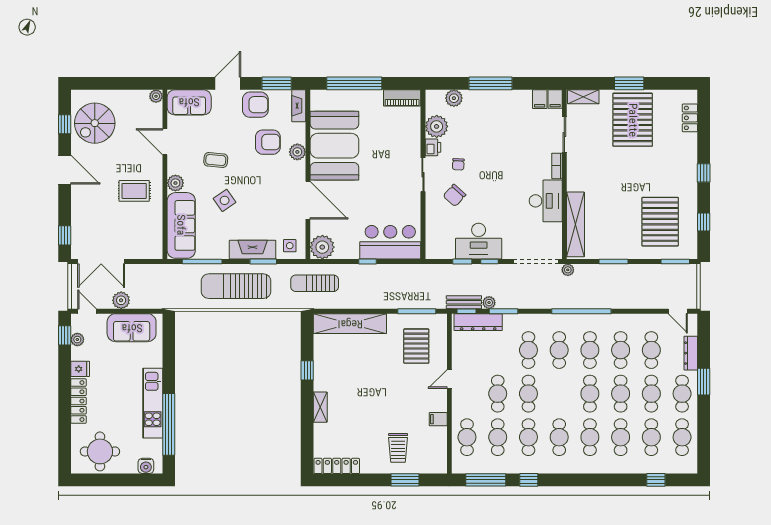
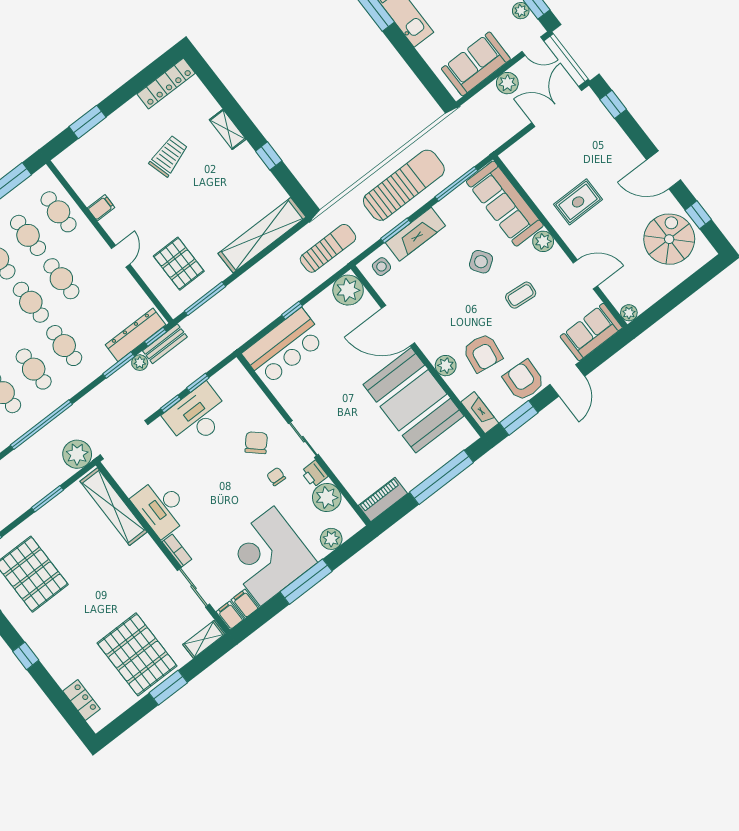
armchair: (255, 105) -> (524, 380), turned 93
corner desk: (503, 118) -> (267, 556), added
armchair: (268, 142) -> (483, 353), turned -82
plant: (568, 270) -> (77, 454), width x1.88, depth x1.88
trolley: (398, 448) -> (169, 156), moved, turned 74

